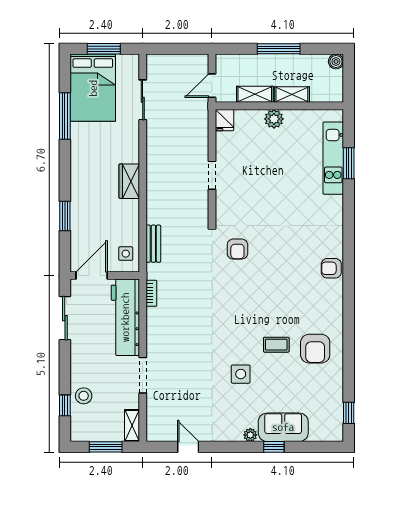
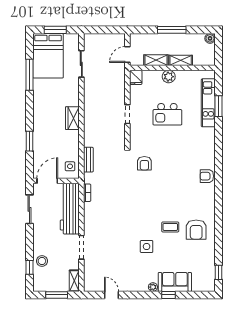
kitchen island: (272, 175) -> (167, 114), added

